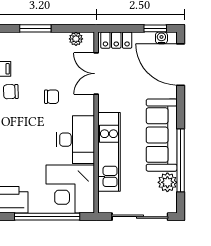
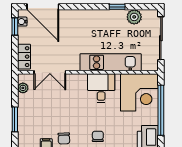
door: (181, 65) -> (43, 7), hinge flipped
chair: (52, 97) -> (98, 136), moved
sofa: (162, 135) -> (98, 21), removed
desk: (76, 140) -> (101, 88), width x0.73
window: (181, 160) -> (117, 7), width x0.32

